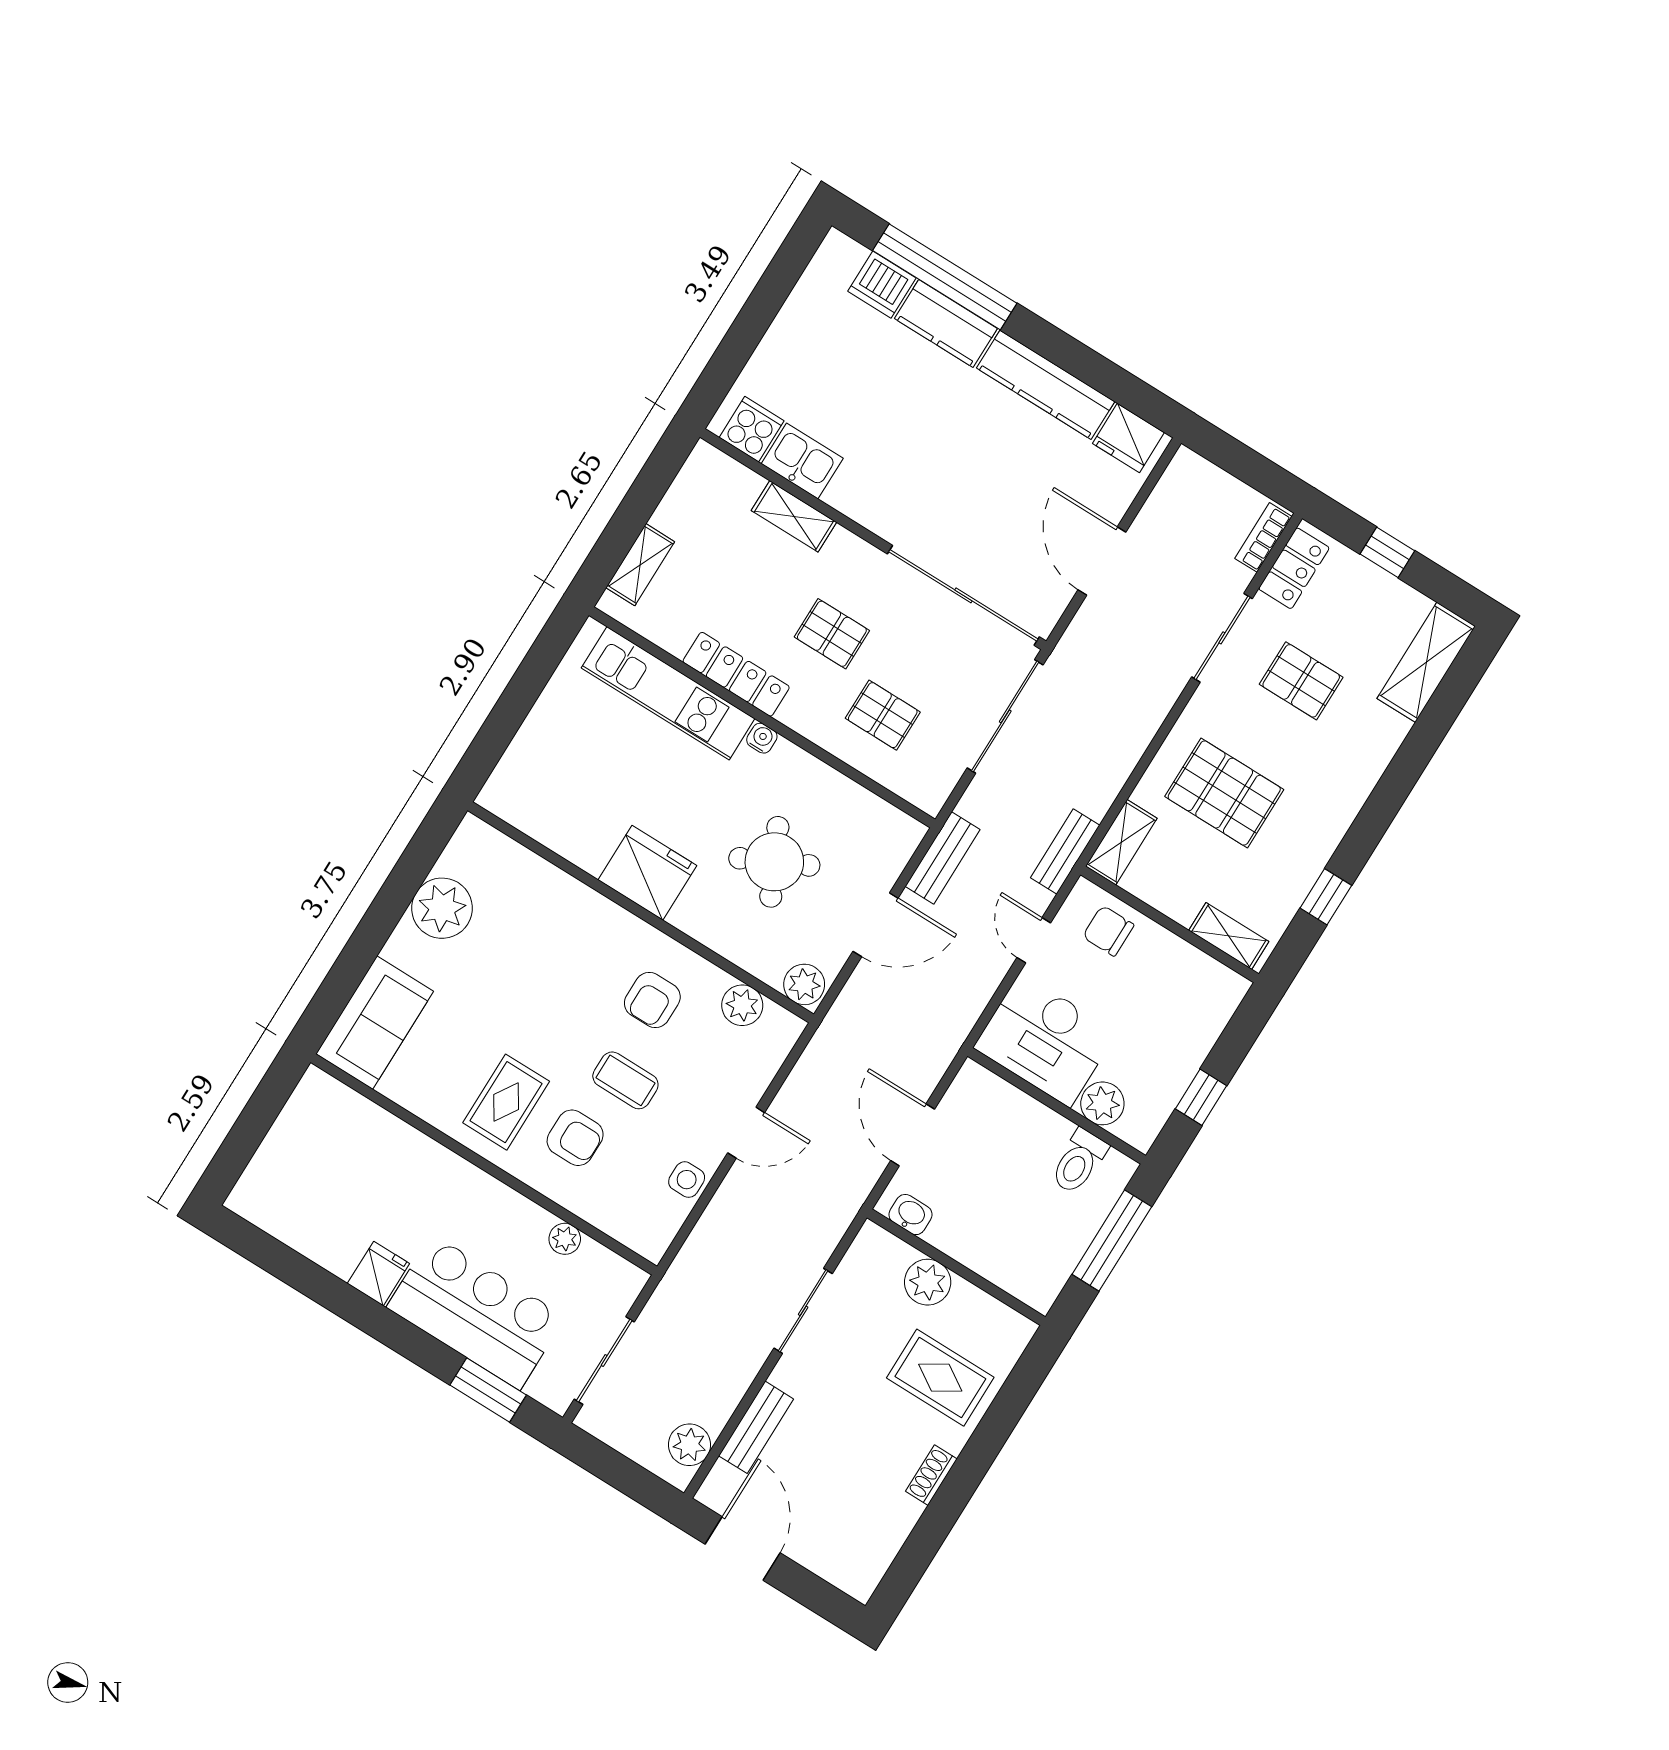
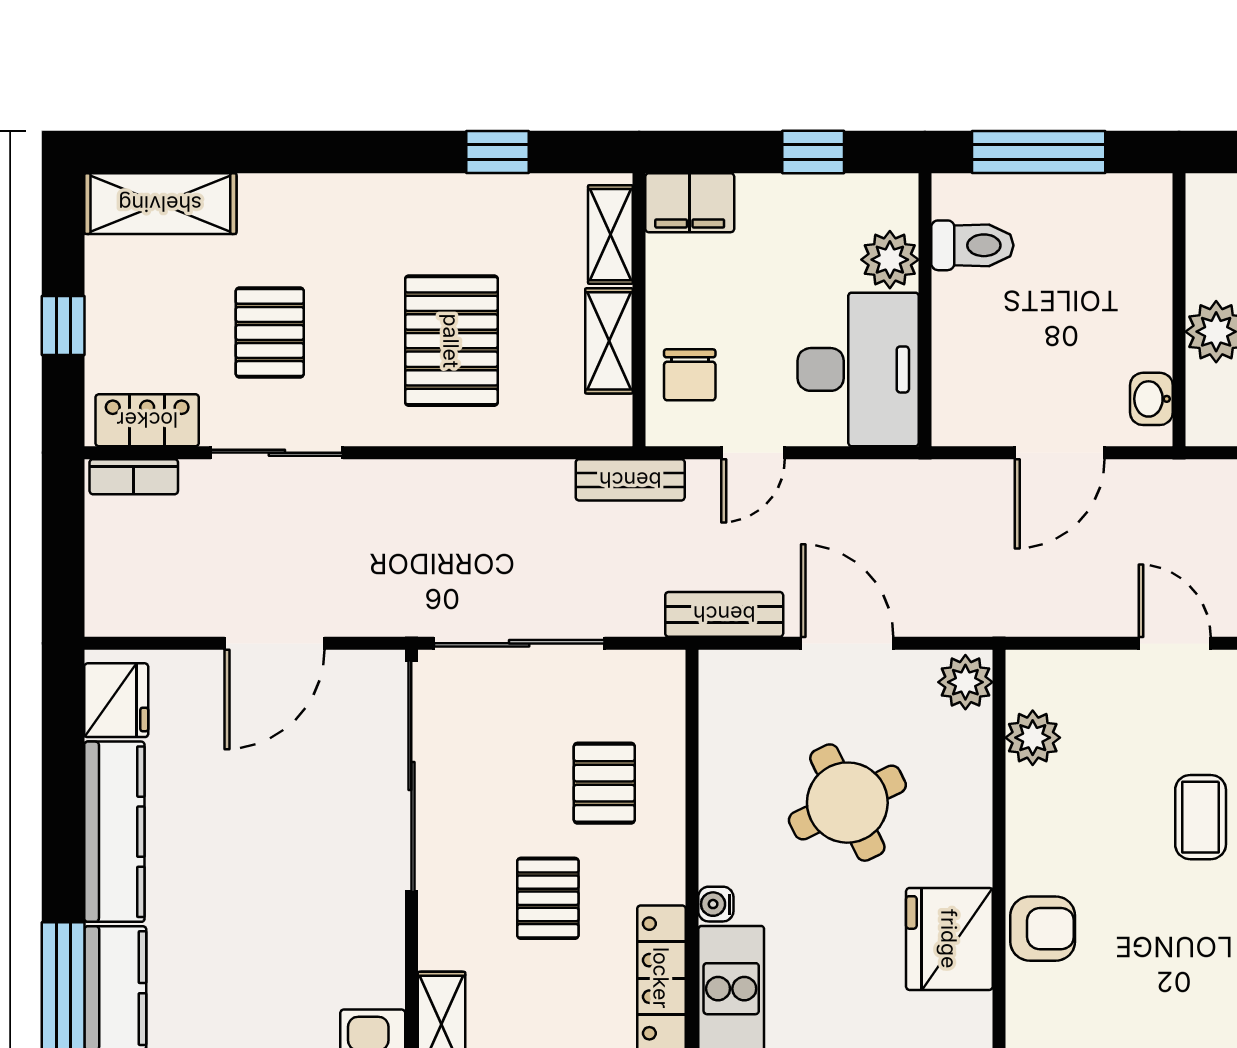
shelving: (1121, 842) -> (609, 341), moved, turned 90
filing cabinet: (1218, 999) -> (690, 203), added
armchair: (652, 1000) -> (1043, 929), moved

